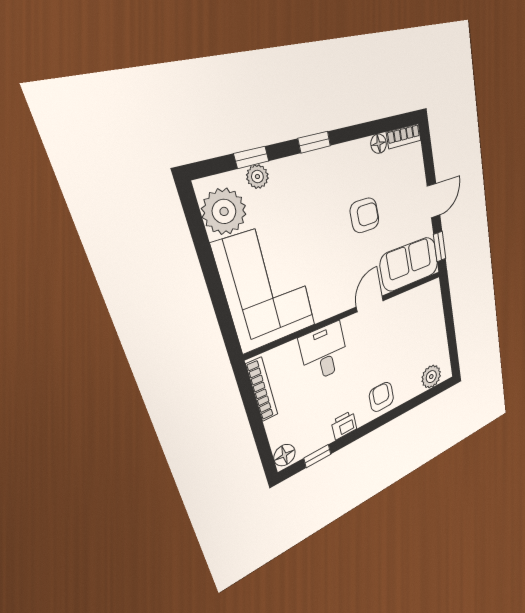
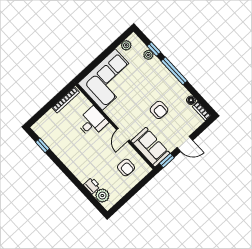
window: (314, 142) -> (174, 71), width x2.17
plant: (224, 211) -> (126, 45), width x0.53, depth x0.53
door: (370, 304) -> (123, 135), swing flipped
armchair: (381, 397) -> (126, 167), moved, turned 90
printer: (344, 425) -> (92, 186), moved
floor lamp: (285, 455) -> (39, 127), removed

